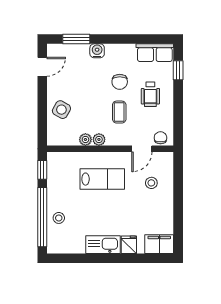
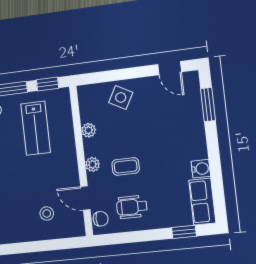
water cooler: (97, 51) -> (201, 169), moved
chair: (120, 82) -> (162, 163), removed
wheelchair: (150, 94) -> (132, 207), moved
plant: (99, 139) -> (92, 164), moved
lab bench: (102, 179) -> (36, 128), moved

